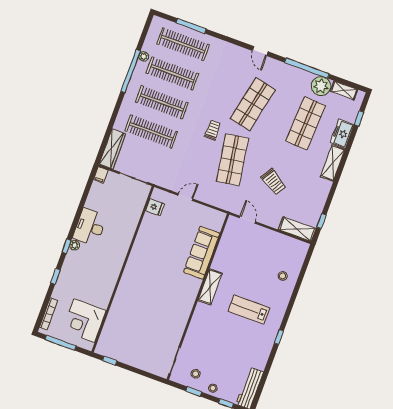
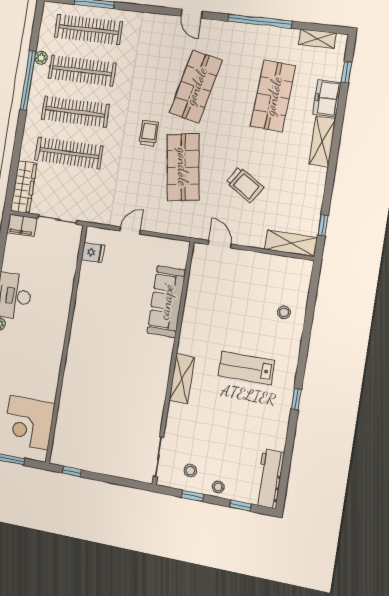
plant: (321, 86) -> (284, 41), removed
filing cabinet: (101, 175) -> (22, 225), width x2.00
shelving: (210, 287) -> (182, 379), moved

